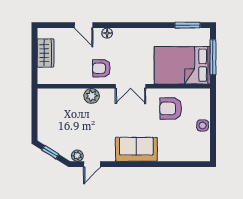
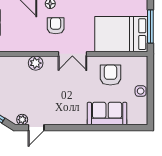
armchair: (101, 68) -> (56, 26), moved, turned 90
armchair: (171, 109) -> (110, 75), turned 90
sofa: (136, 149) -> (107, 114), moved

